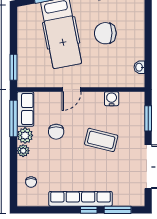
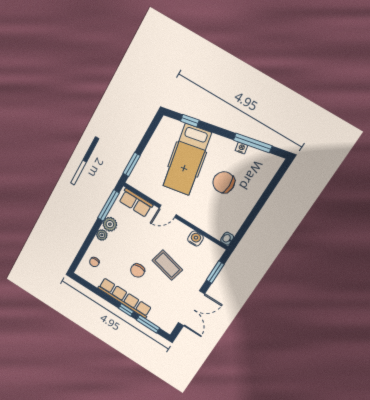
washbasin: (139, 67) -> (227, 239), moved
row of seats: (25, 109) -> (136, 203), moved, turned 90
chair: (56, 132) -> (138, 271), moved

